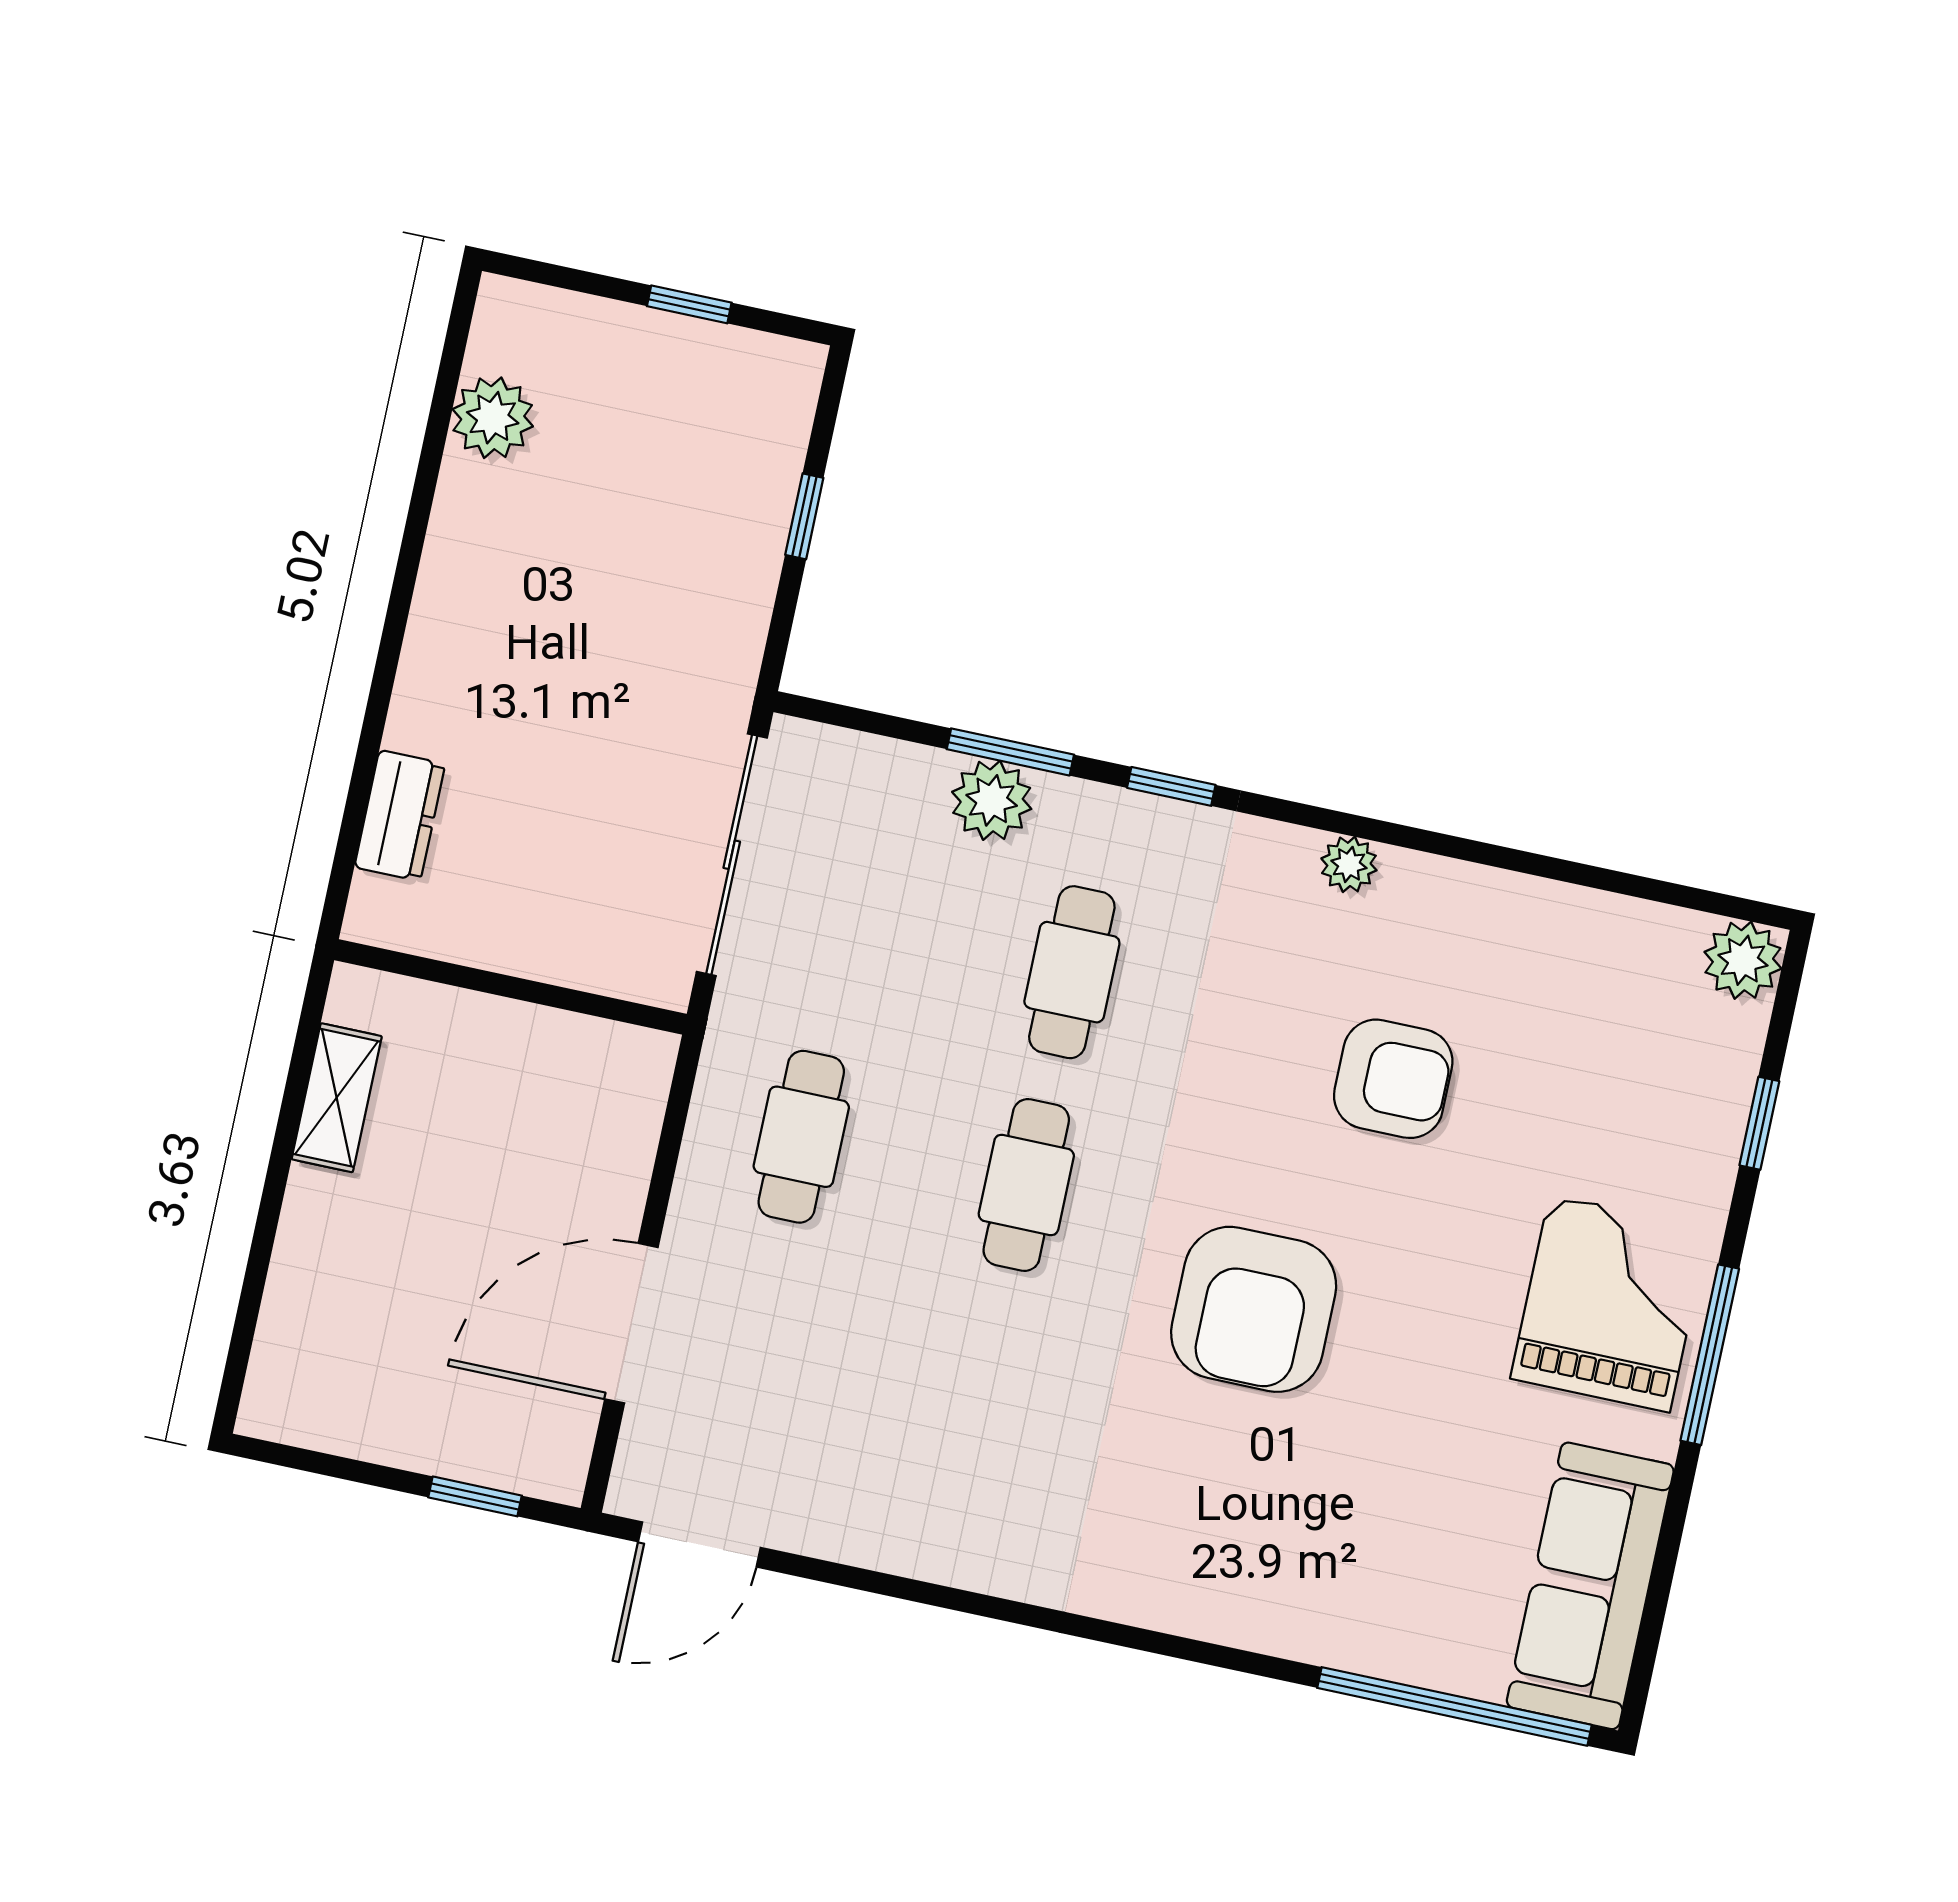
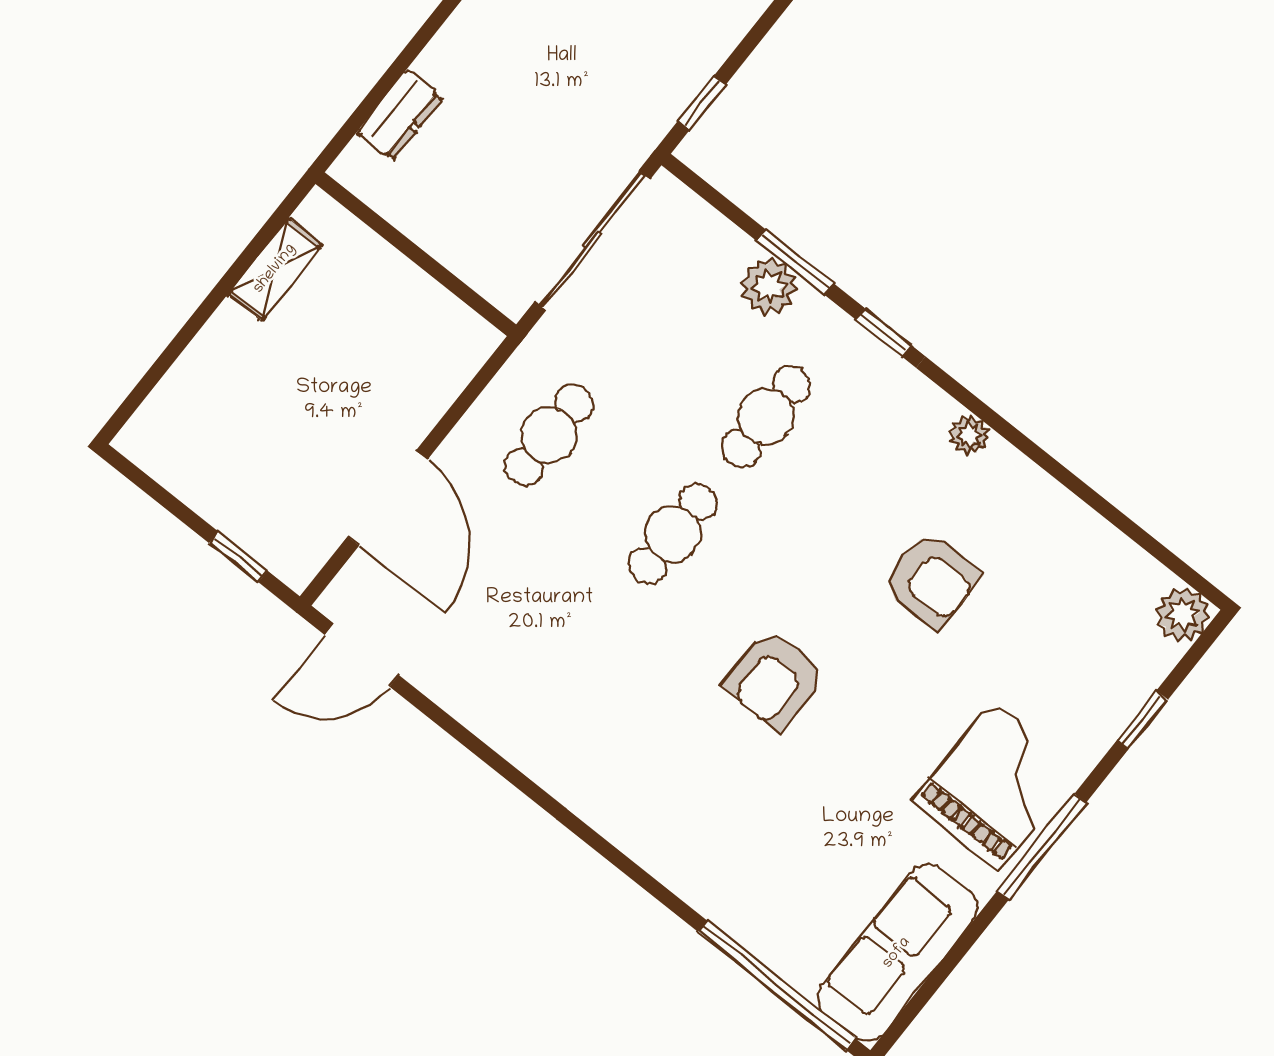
window: (804, 516) -> (702, 103), moved
armchair: (1254, 1309) -> (775, 680), width x0.73, depth x0.73
door: (631, 1323) -> (387, 498), swing flipped

